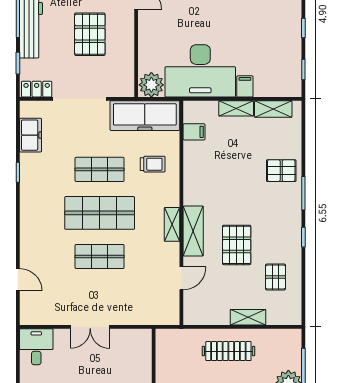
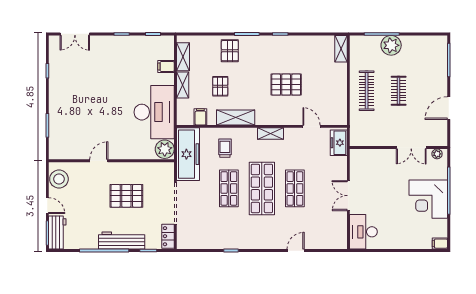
filing cabinet: (245, 86) -> (166, 66), moved
freezer: (30, 135) -> (339, 143), moved, turned -90
shelving: (193, 231) -> (236, 117), moved
pallet: (276, 277) -> (220, 86), moved, turned 90
door: (18, 280) -> (296, 251), moved
shelving: (248, 317) -> (341, 49), moved
double door: (90, 327) -> (348, 196), swing flipped
desk: (36, 347) -> (363, 232), width x1.37

